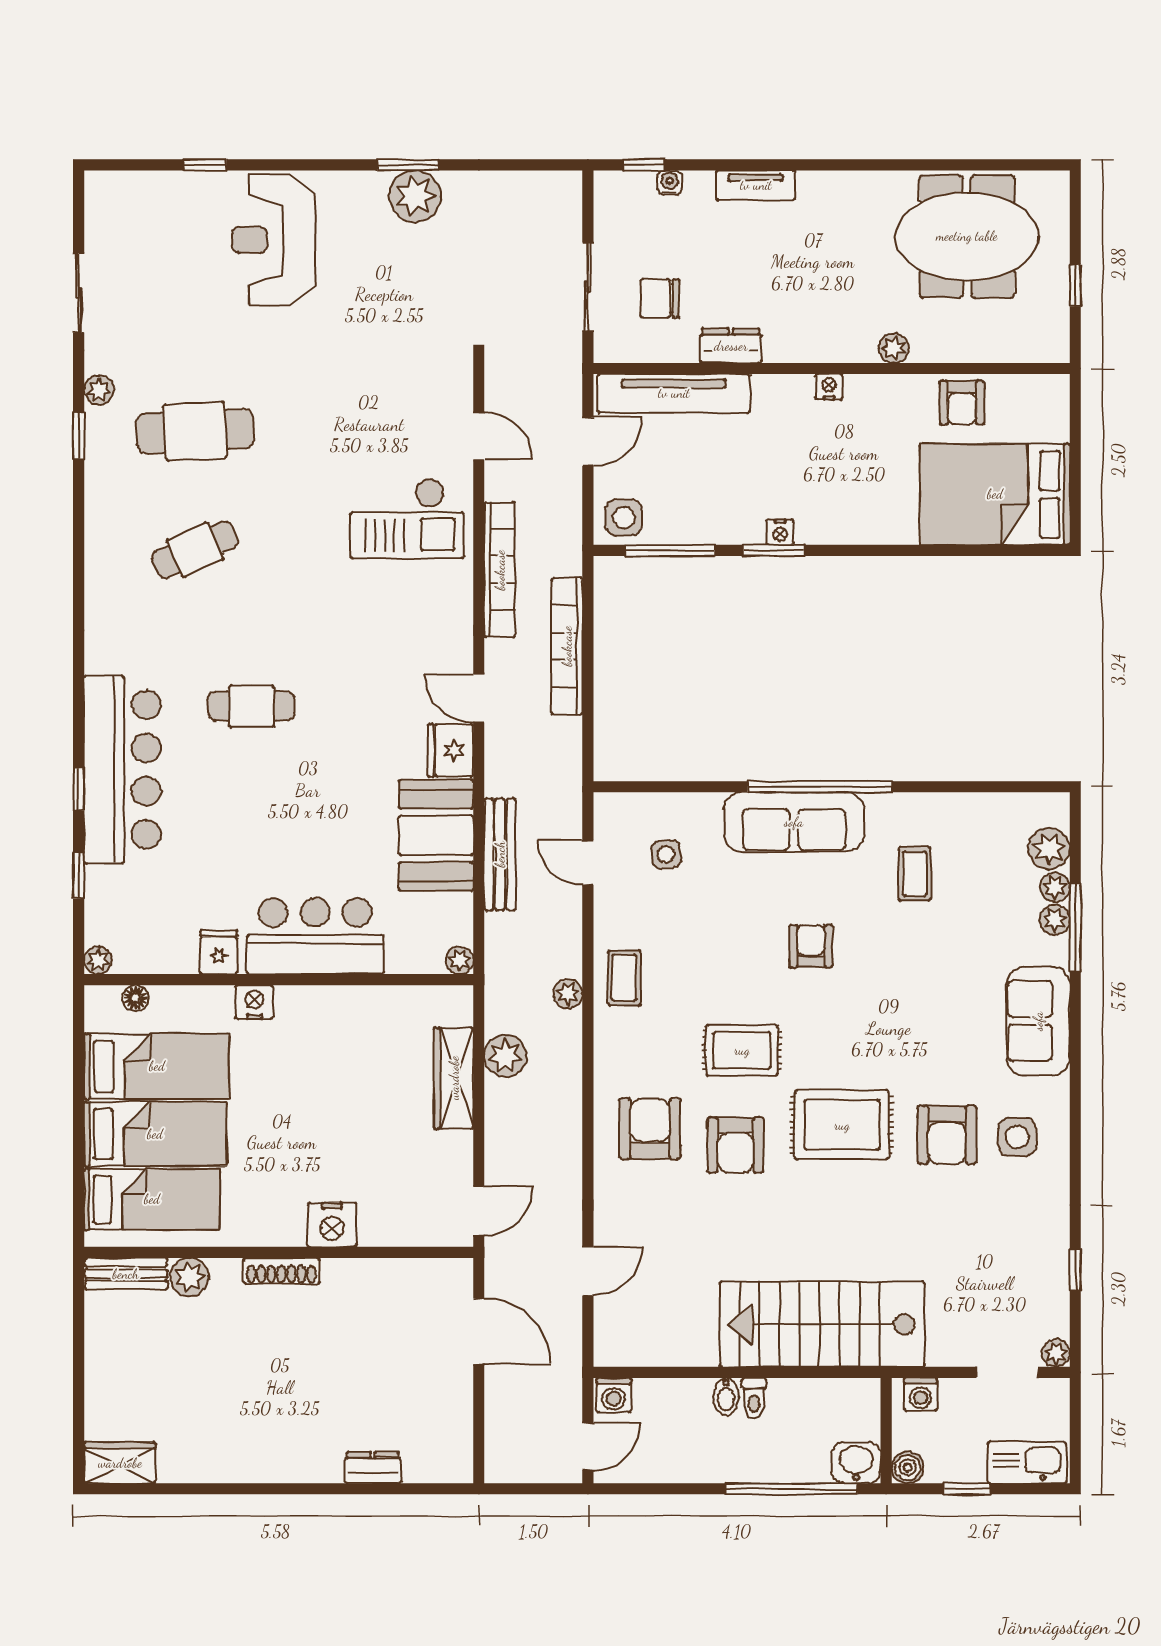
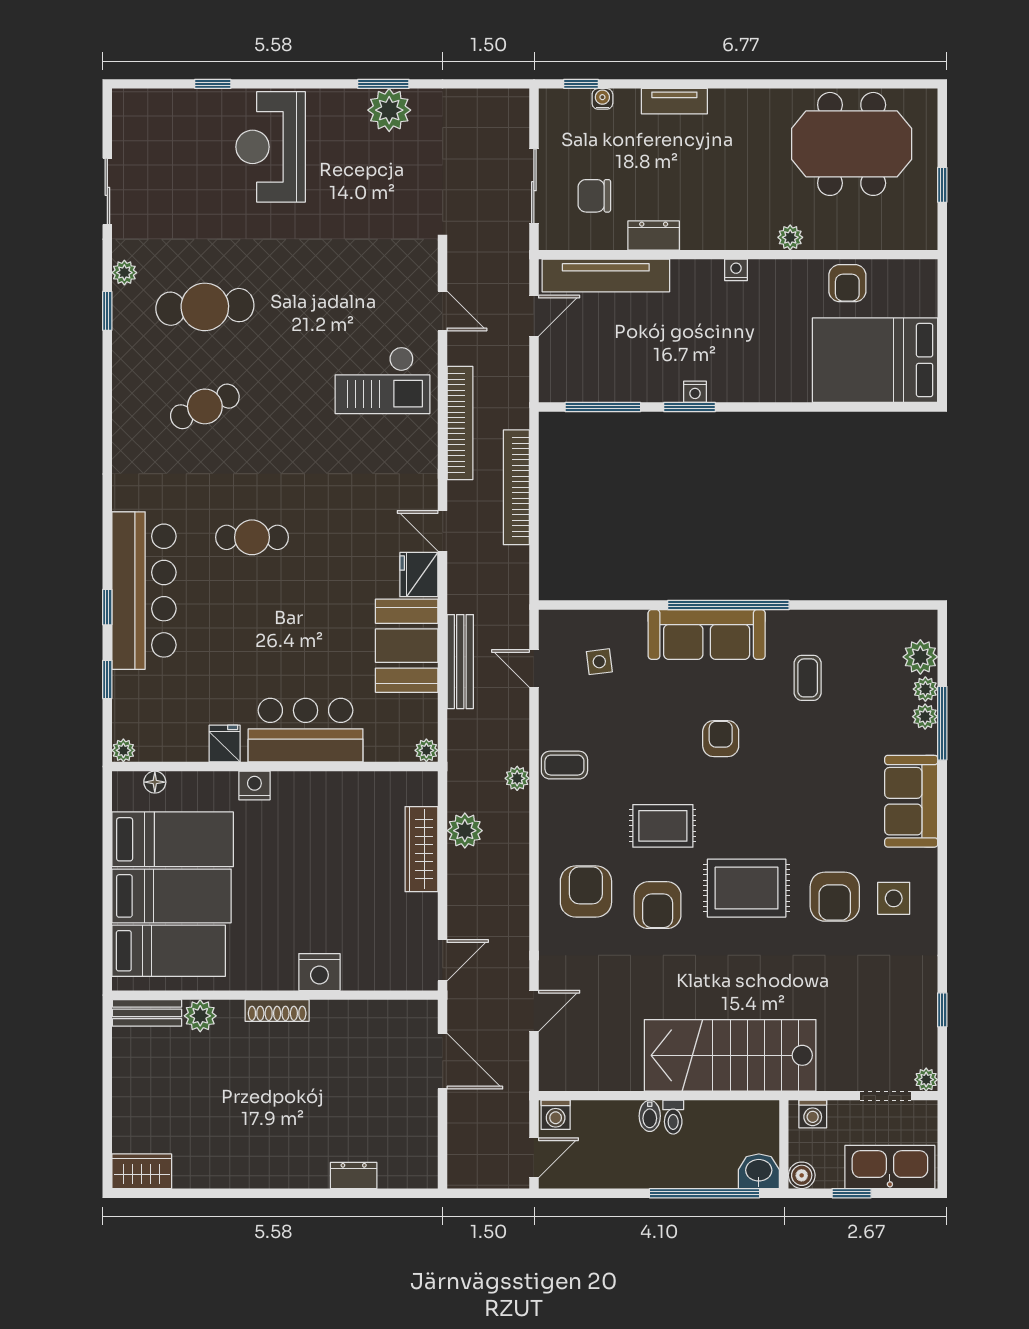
side table: (624, 518) -> (564, 380), removed
coffee table: (624, 978) -> (564, 765), turned 90
kitchen sink: (1027, 1463) -> (890, 1167), width x1.36, depth x1.24

